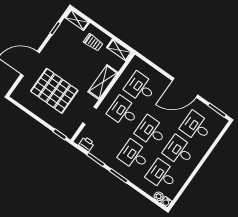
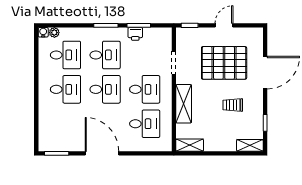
trolley: (93, 42) -> (233, 105), moved
door: (185, 88) -> (102, 153), hinge flipped
door: (36, 117) -> (224, 25), added
desk: (196, 127) -> (65, 124), removed
printer: (87, 144) -> (135, 34), moved

